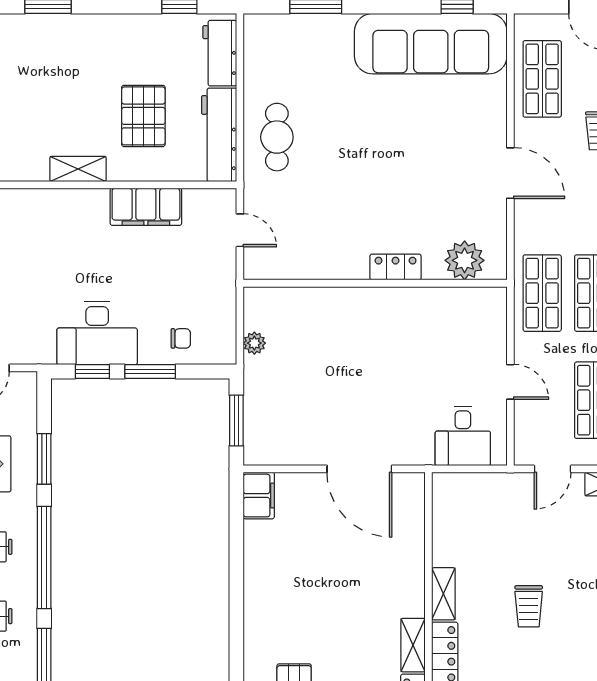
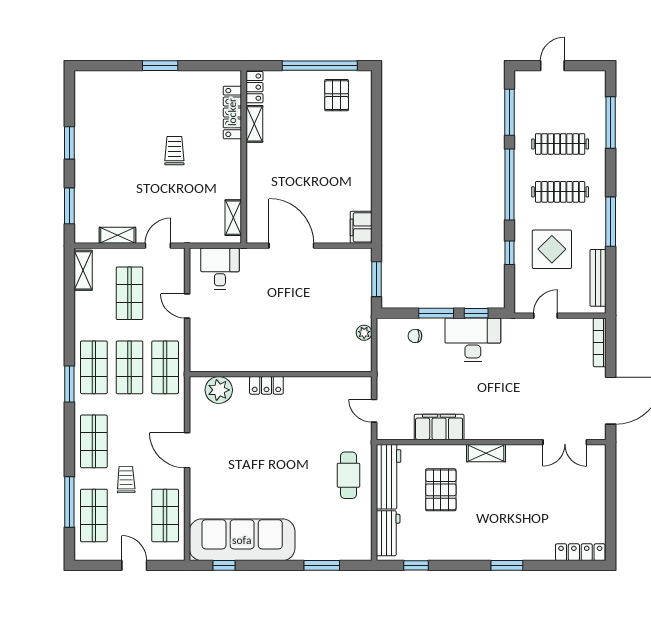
window: (44, 459) -> (509, 253), width x0.67
shelving: (443, 594) -> (233, 218), moved

